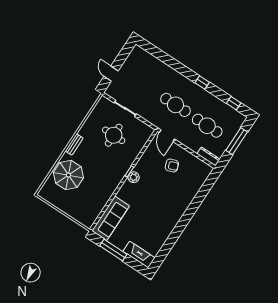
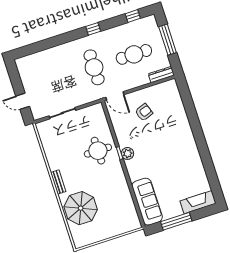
cafe table: (175, 105) -> (94, 67), turned 90
round table: (114, 135) -> (98, 151), moved

